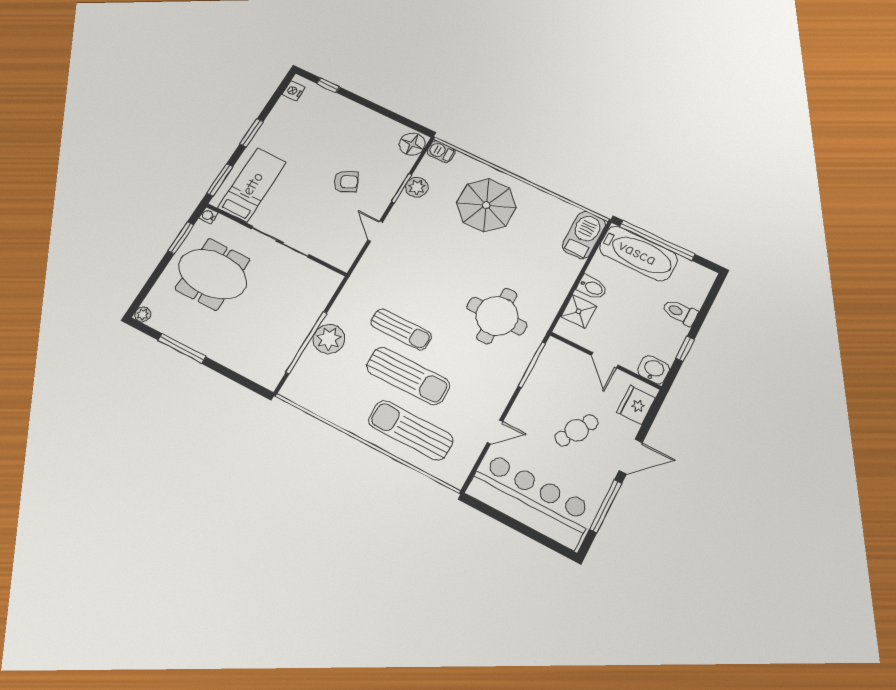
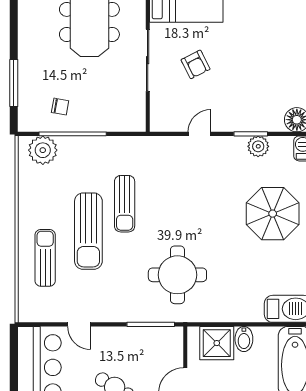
armchair: (346, 182) -> (196, 64), moved
shower: (579, 311) -> (217, 343), width x1.36, depth x1.36
plant: (329, 339) -> (43, 150), moved
chair: (274, 341) -> (60, 107), added
window: (182, 349) -> (14, 83), moved
sun lounger: (411, 430) -> (45, 258), width x0.73, depth x0.75

